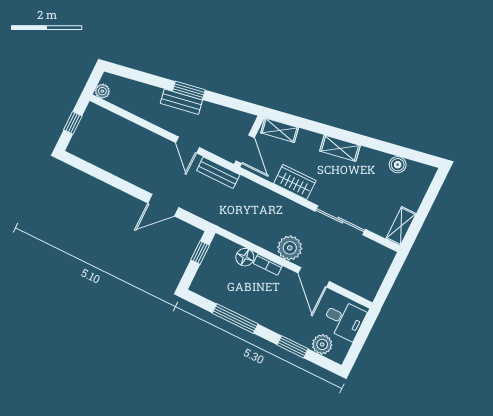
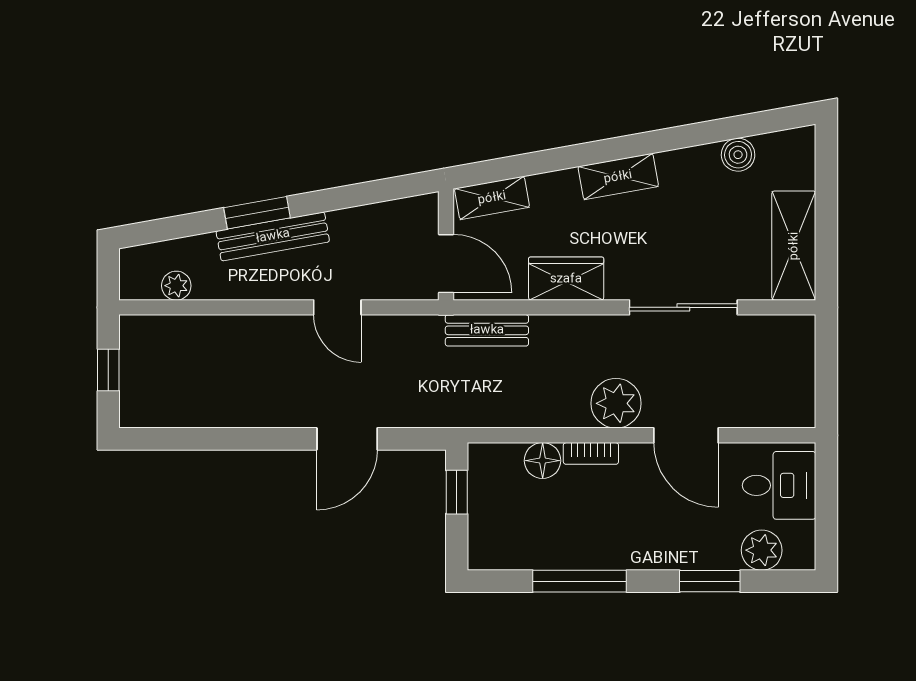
window: (189, 90) -> (257, 213), moved
plant: (102, 91) -> (176, 286), moved
bench: (181, 102) -> (273, 236), width x1.36
bench: (218, 173) -> (487, 330), moved
shelving: (401, 226) -> (794, 246), width x1.50, depth x1.33

